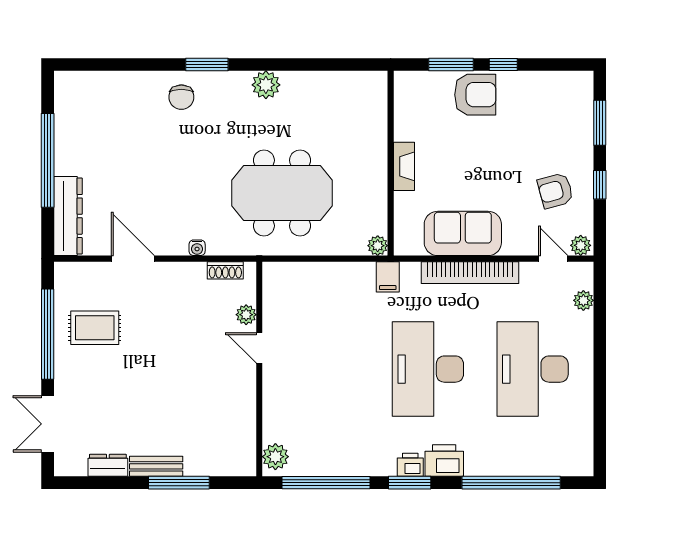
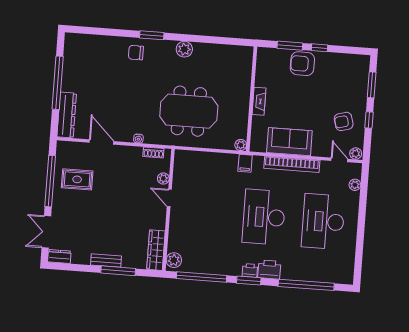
armchair: (475, 95) -> (302, 64), turned 180
chair: (181, 97) -> (136, 53), turned 90
wardrobe: (243, 441) -> (156, 250), added
dresser: (108, 465) -> (59, 256), moved

